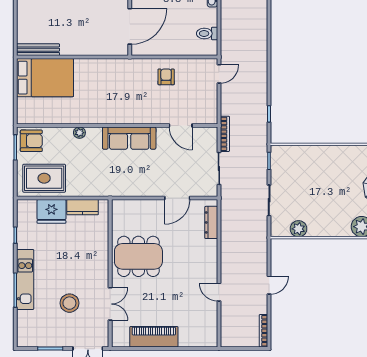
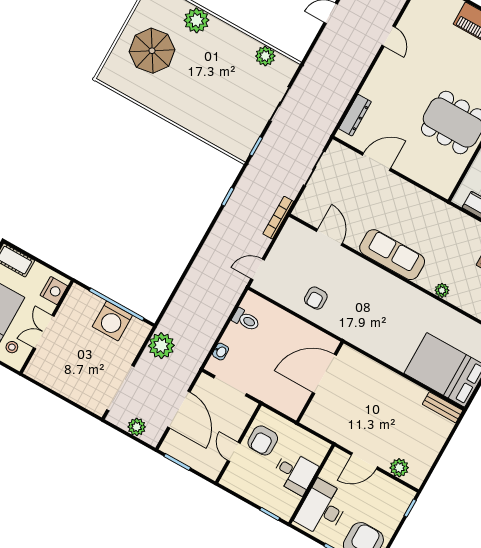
bench: (38, 50) -> (443, 407), width x0.73
bookcase: (225, 134) -> (278, 218), moved

